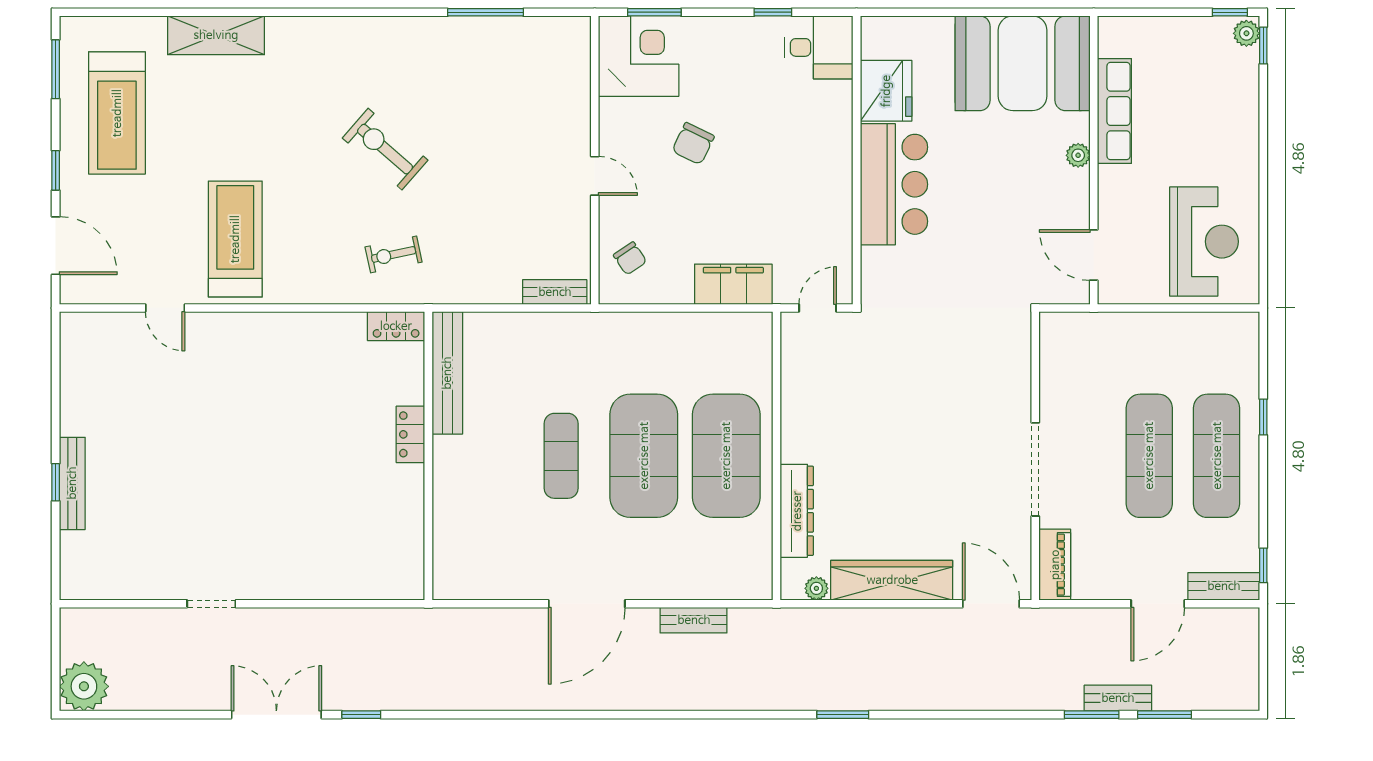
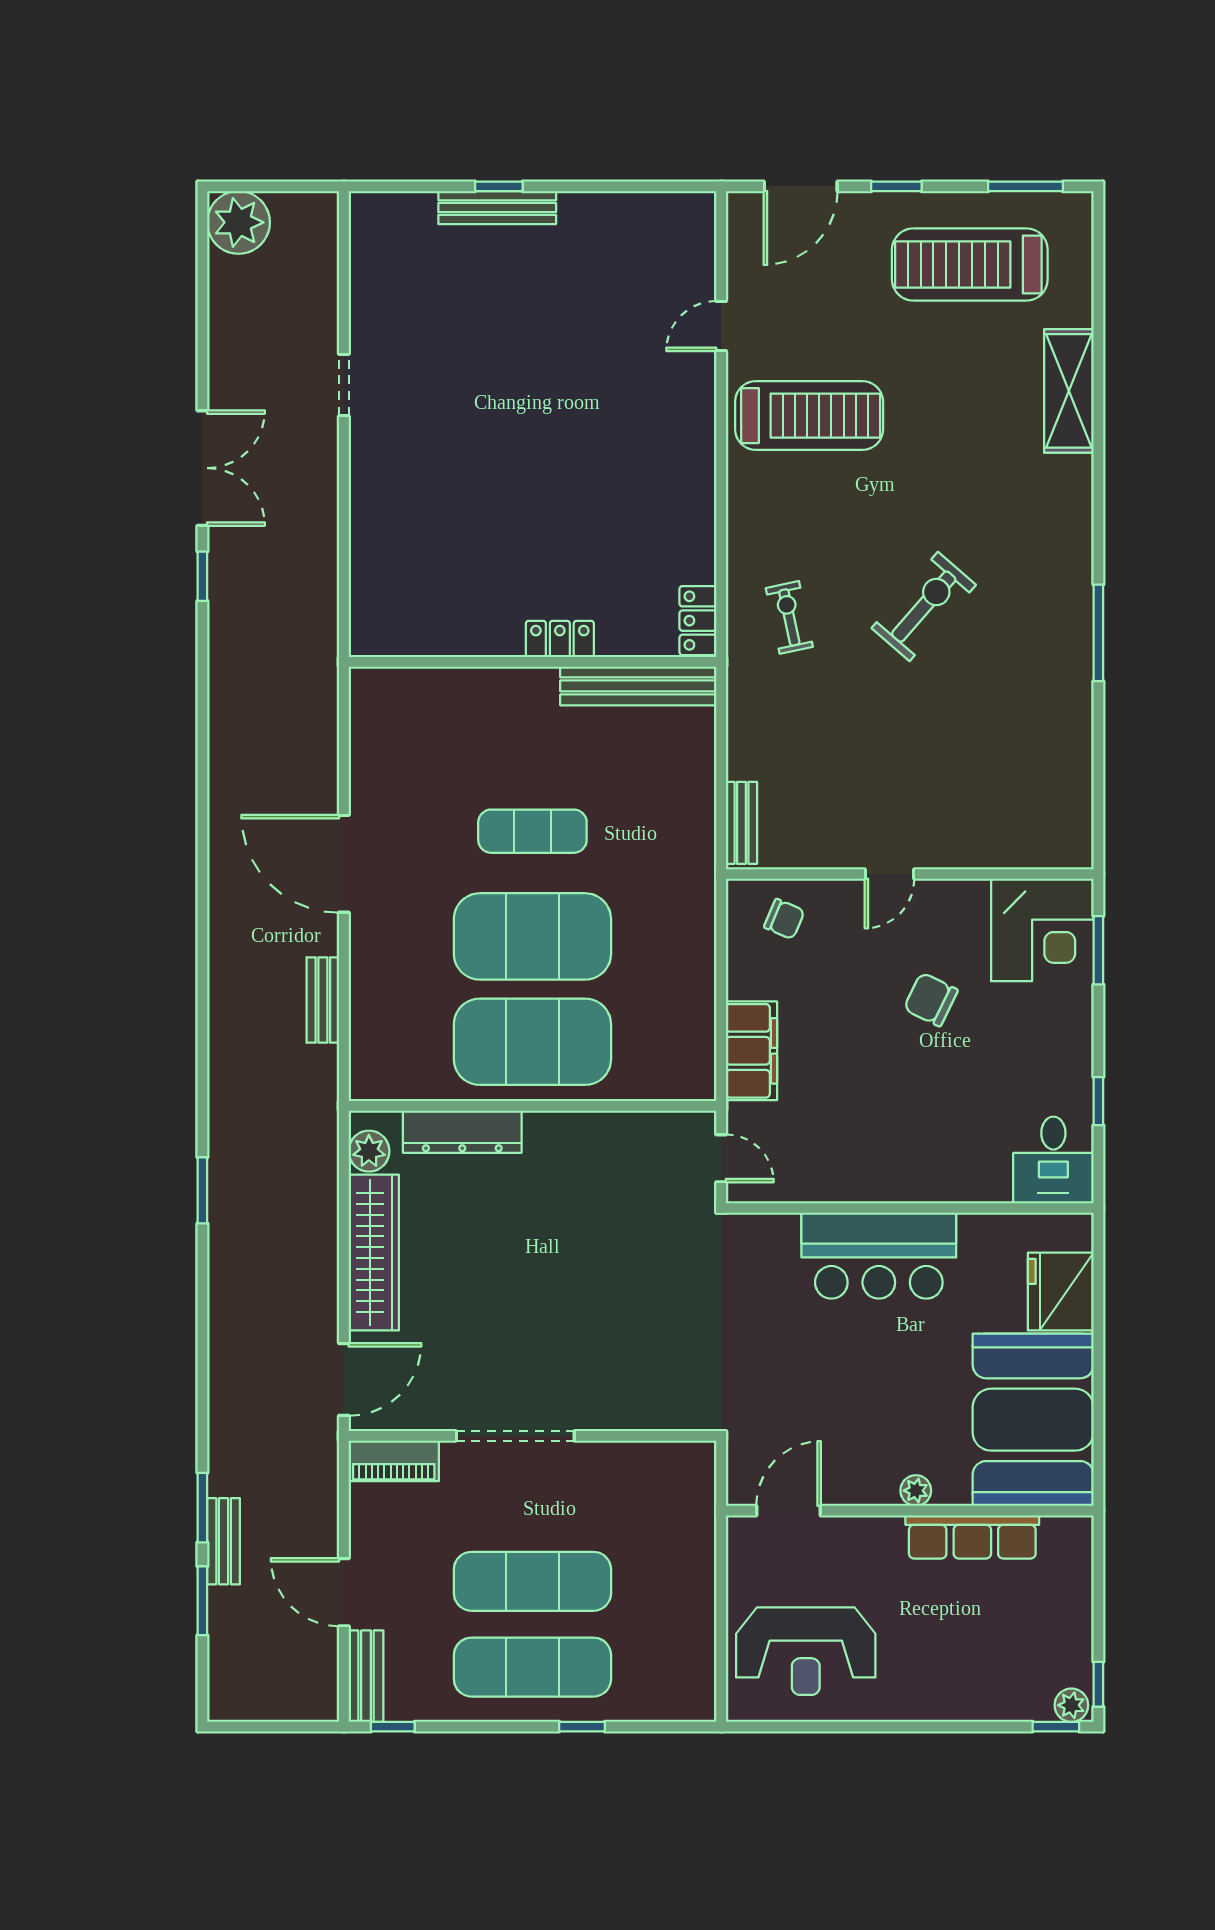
window: (486, 12) -> (1098, 633), moved
fridge: (886, 91) -> (1061, 1292), moved, turned 90
chair: (630, 258) -> (784, 919), turned -123
plant: (816, 588) -> (369, 1151), width x1.38, depth x1.38

